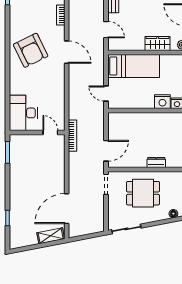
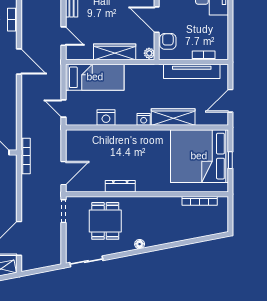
wardrobe: (158, 44) -> (115, 52), width x1.50
nightstand: (162, 102) -> (106, 117), moved
dresser: (156, 162) -> (120, 186), width x1.44
dining table: (143, 193) -> (105, 221), turned 90

